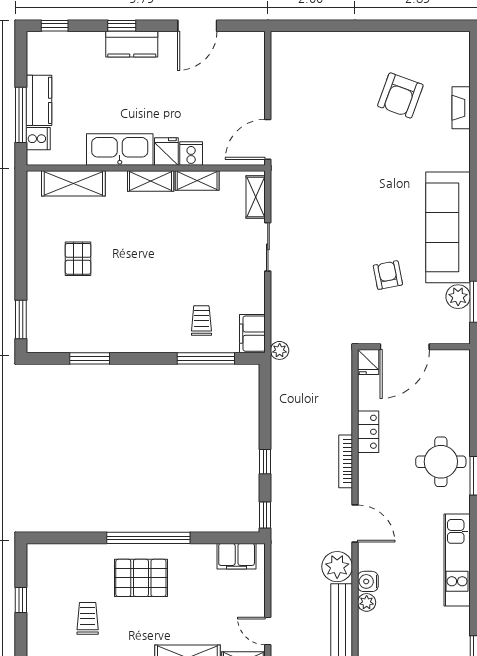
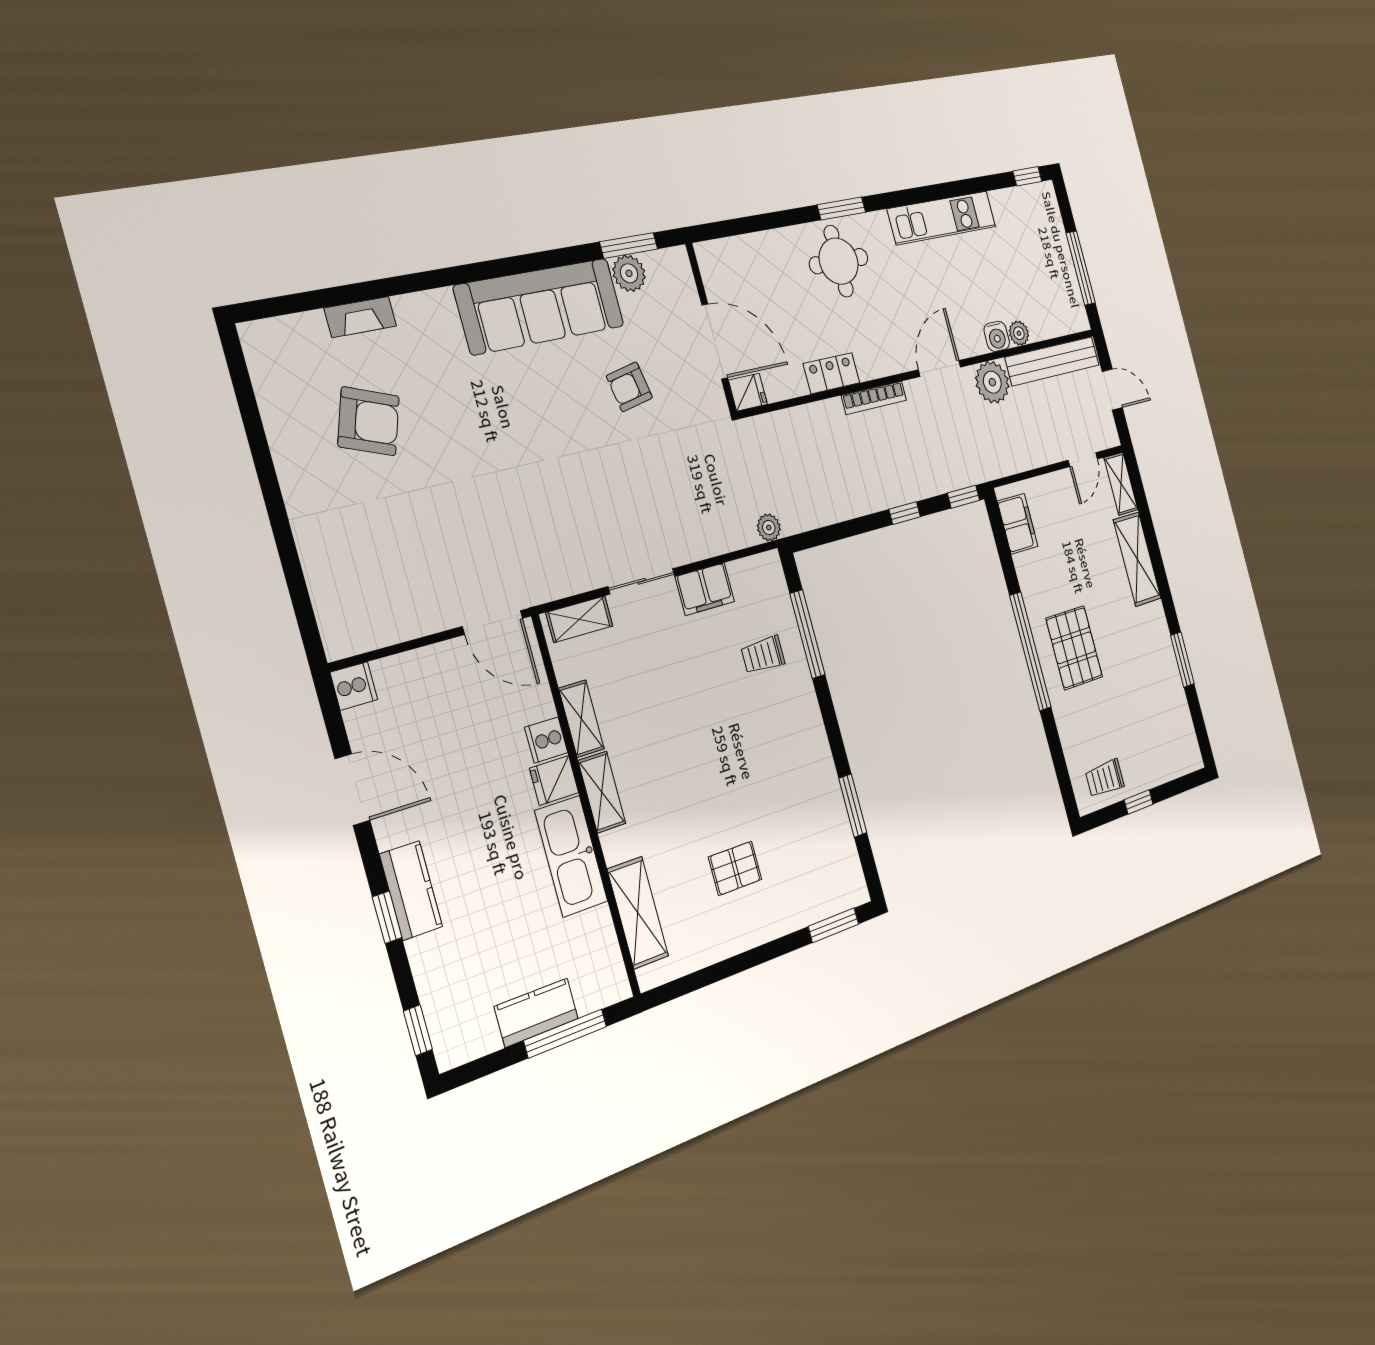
cooker: (38, 139) -> (354, 686), moved, turned 90
filing cabinet: (252, 334) -> (705, 589), moved
trolley: (88, 618) -> (1105, 778), moved

